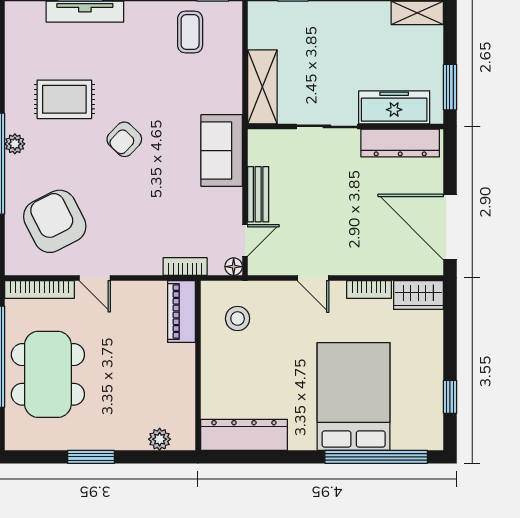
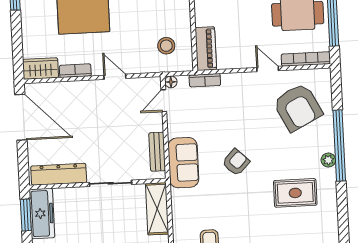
freezer: (394, 107) -> (42, 213), moved, turned -90
armchair: (124, 139) -> (236, 162), moved
bench: (258, 194) -> (157, 152), moved

